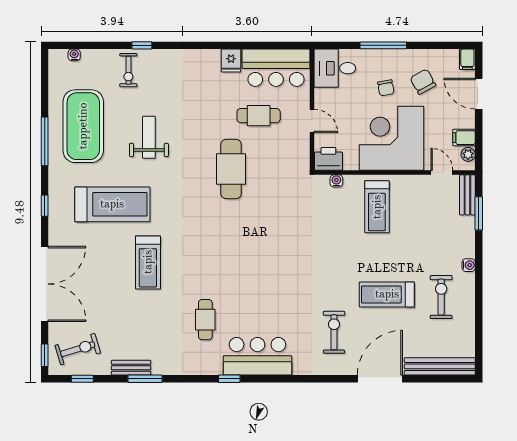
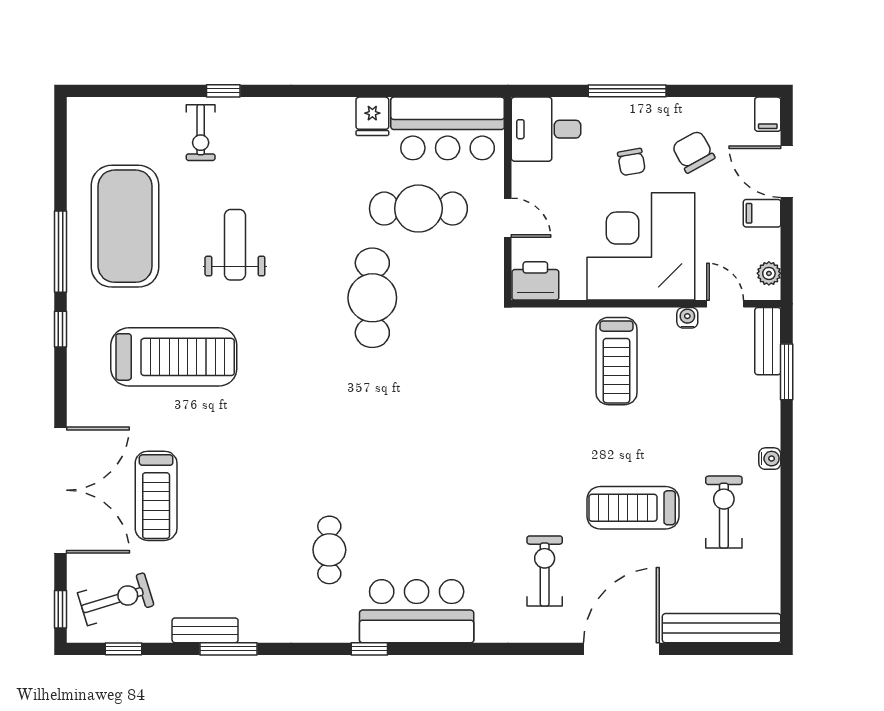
water cooler: (74, 55) -> (110, 107), removed
cafe table: (259, 116) -> (418, 209), width x1.37, depth x1.35
filing cabinet: (464, 138) -> (762, 213), moved
water cooler: (336, 181) -> (687, 318), moved
window: (45, 206) -> (61, 329), moved
treadmill: (148, 262) -> (156, 496), moved

